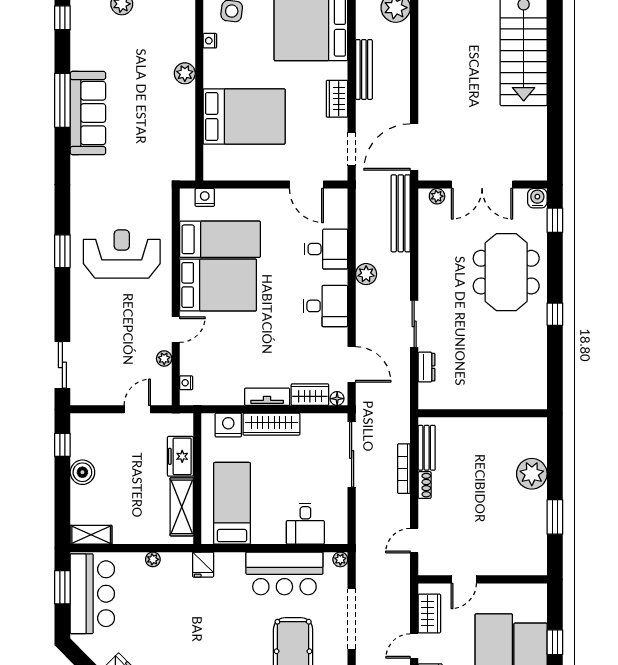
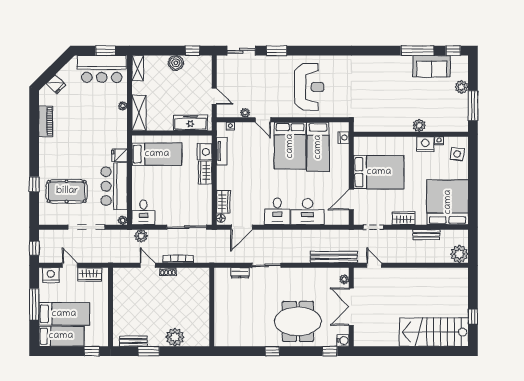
nightstand: (216, 63) -> (425, 144), added
bench: (364, 70) -> (426, 235), width x0.73
window: (62, 100) -> (417, 51), moved
sofa: (88, 113) -> (432, 66), moved, width x0.73
bed: (244, 116) -> (379, 172), moved, turned -90
door: (414, 147) -> (374, 265), width x0.53
desk: (326, 249) -> (307, 212), width x1.37
window: (62, 251) -> (277, 51), moved
plant: (366, 274) -> (141, 236), moved
tv unit: (267, 397) -> (222, 151), moved
wardrobe: (271, 424) -> (205, 172), width x0.67
bench: (427, 448) -> (133, 341), moved
freezer: (180, 456) -> (190, 123), width x1.40
shelving: (182, 507) -> (139, 113), moved, turned 90
desk: (305, 524) -> (143, 212), moved, turned -90
door: (414, 541) -> (148, 265), moved
fridge: (203, 565) -> (120, 155), moved
door: (464, 579) -> (110, 296), removed
window: (555, 642) -> (92, 351), moved

